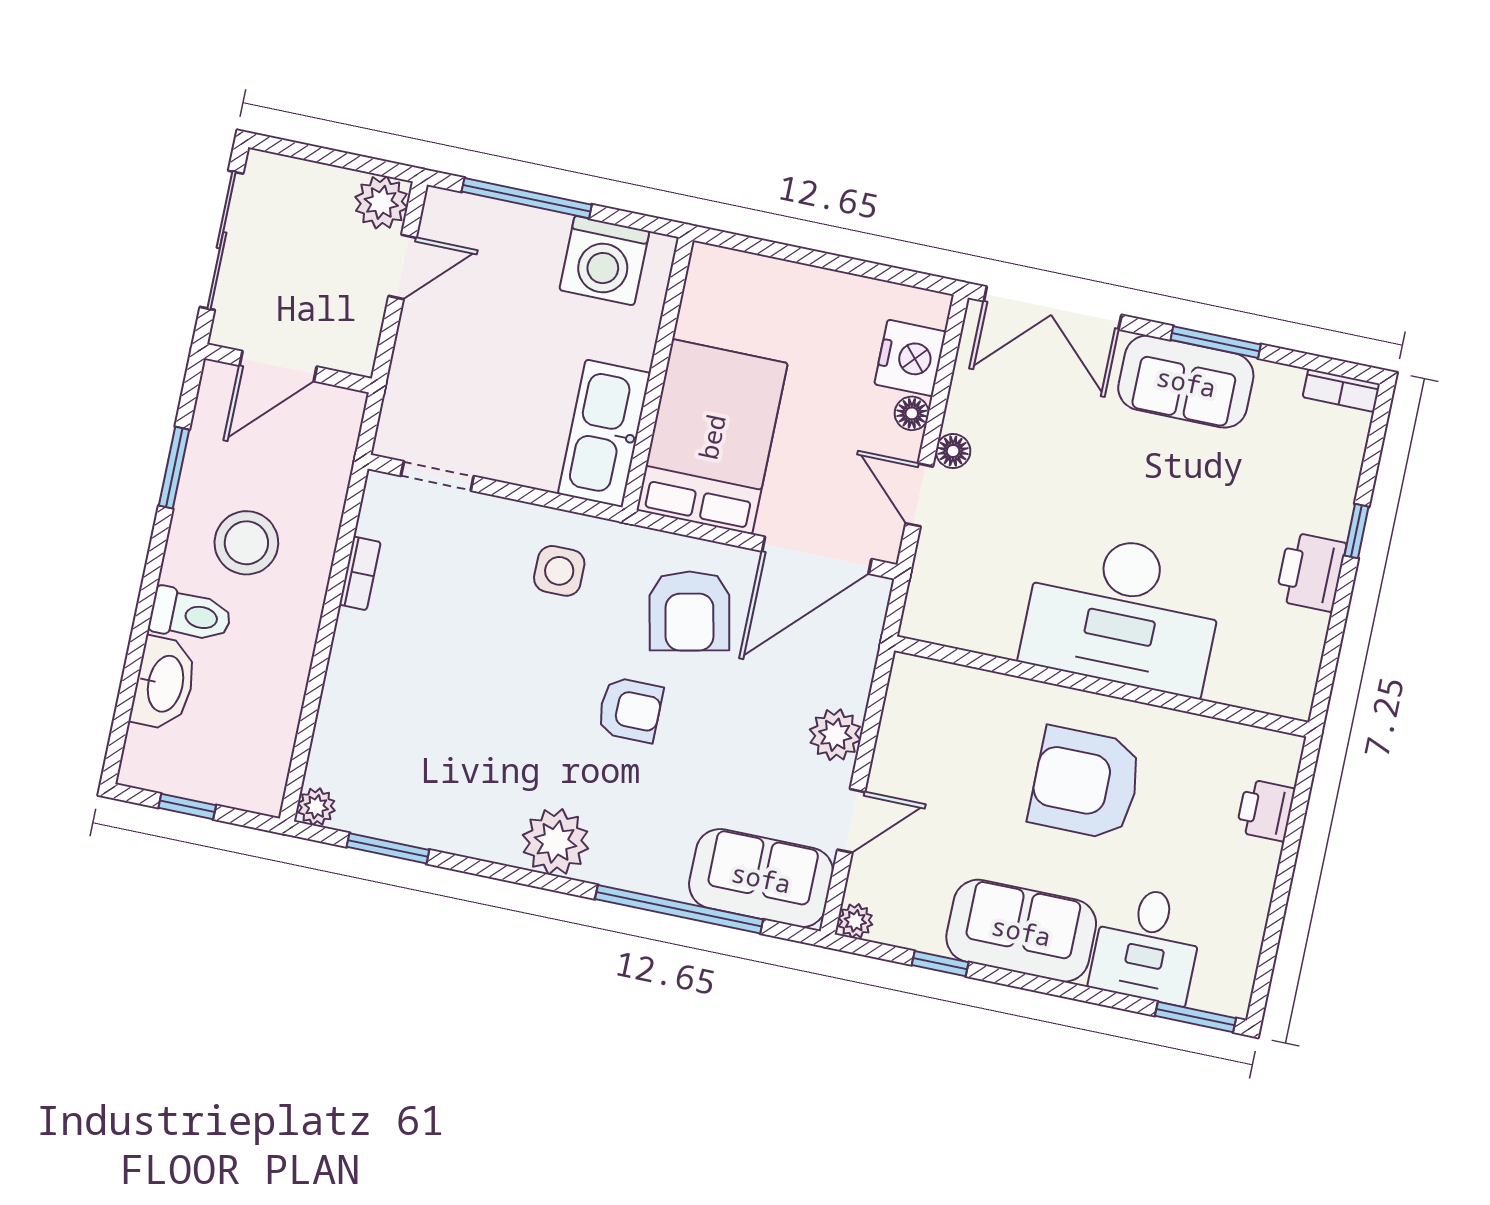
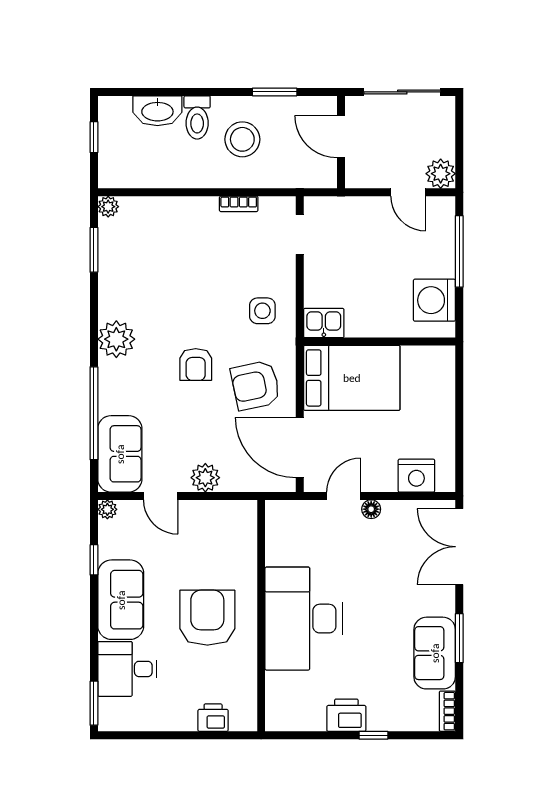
sofa: (1186, 382) -> (435, 653), moved
floor lamp: (912, 413) -> (387, 483), removed
kitchen sink: (604, 433) -> (324, 323), width x0.53, depth x0.81

